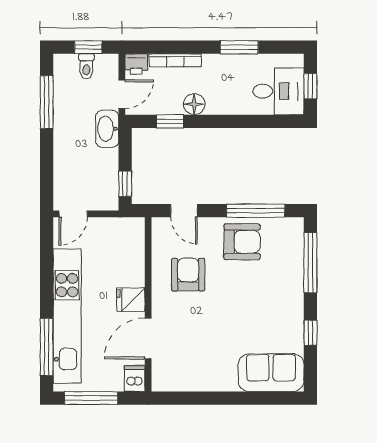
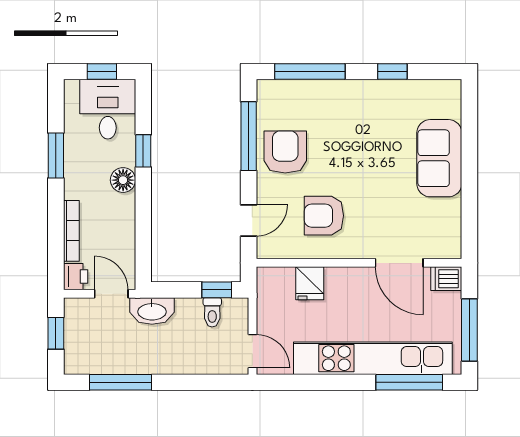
toilet: (86, 66) -> (212, 312), moved, turned 90
floor lamp: (194, 104) -> (123, 180), moved
window: (170, 121) -> (143, 151), moved
fridge: (131, 300) -> (310, 283), moved
sofa: (271, 373) -> (439, 158), moved

